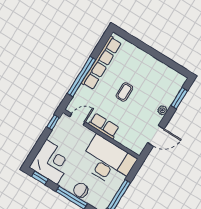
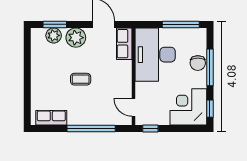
row of seats: (101, 63) -> (51, 118), width x0.50
plant: (171, 92) -> (54, 35), added
plant: (162, 110) -> (76, 38), width x1.88, depth x1.88
row of seats: (104, 126) -> (124, 44), moved

